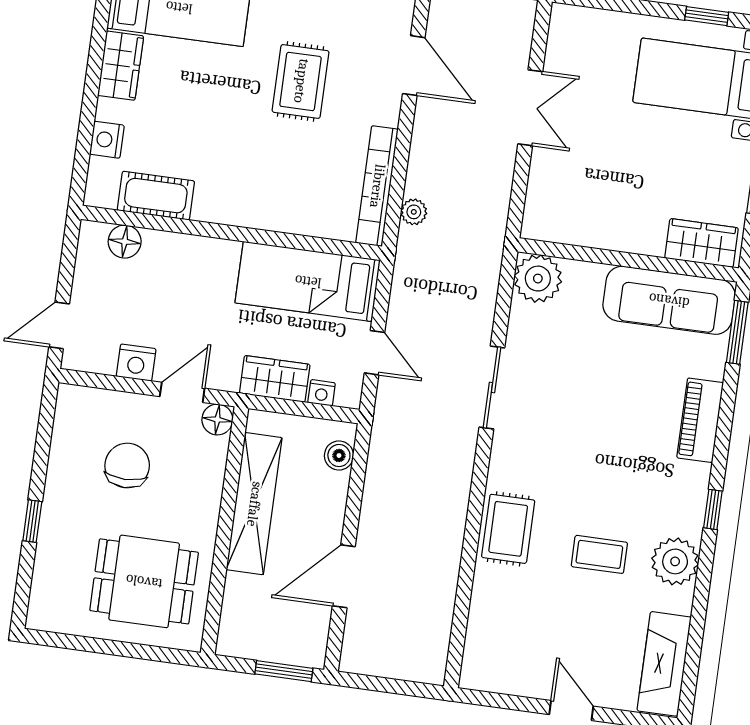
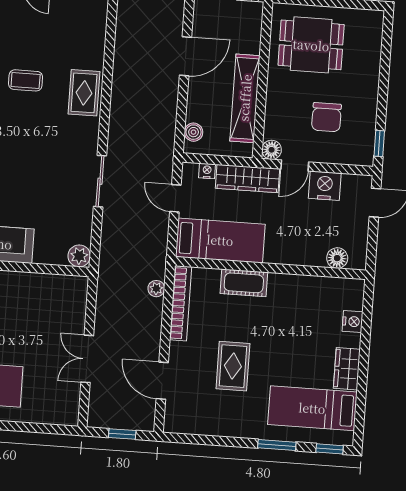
cot: (156, 196) -> (244, 283), moved
plant: (538, 279) -> (79, 256), width x0.73, depth x0.73
nightstand: (136, 363) -> (325, 186), width x1.36, depth x1.33
wardrobe: (275, 379) -> (248, 179), width x1.50
window: (32, 521) -> (379, 143), moved

